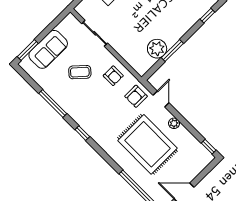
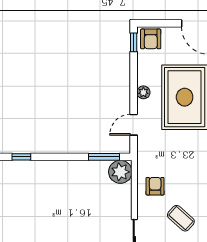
plant: (157, 49) -> (120, 172), moved
window: (172, 51) -> (104, 157), moved
armchair: (136, 96) -> (151, 39), moved, turned 90

